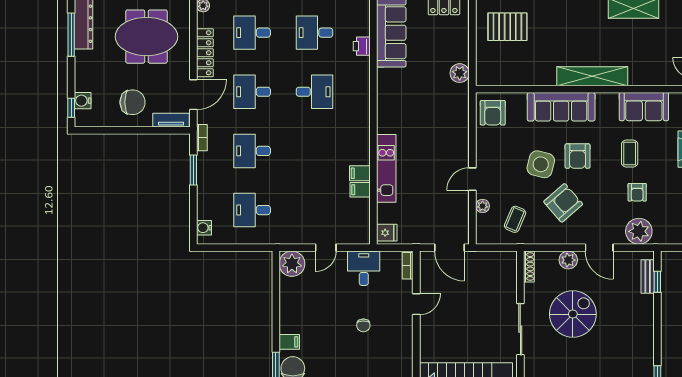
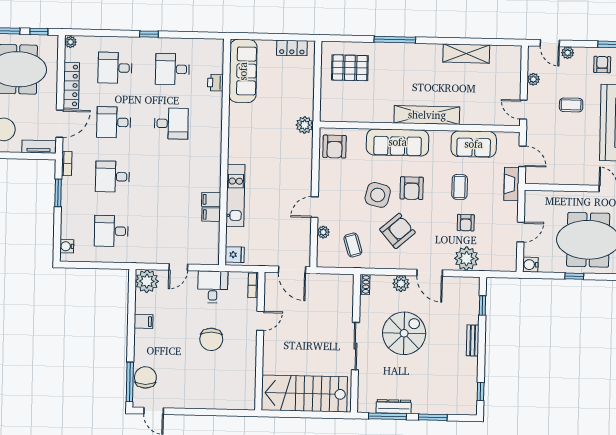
plant: (460, 73) -> (305, 125), moved
coffee table: (515, 219) -> (353, 245), turned -40
shoe rack: (529, 267) -> (365, 284), width x0.70
bench: (648, 277) -> (473, 340), moved
chair: (363, 325) -> (211, 339), width x1.87, depth x1.87
filing cabinet: (289, 342) -> (143, 321), moved

